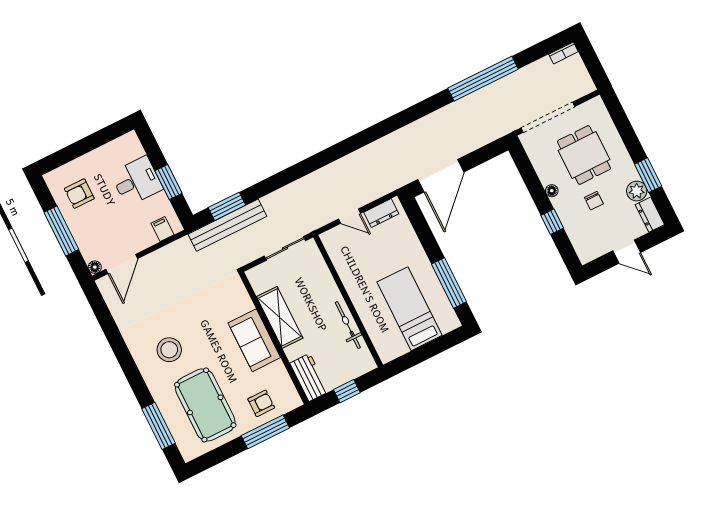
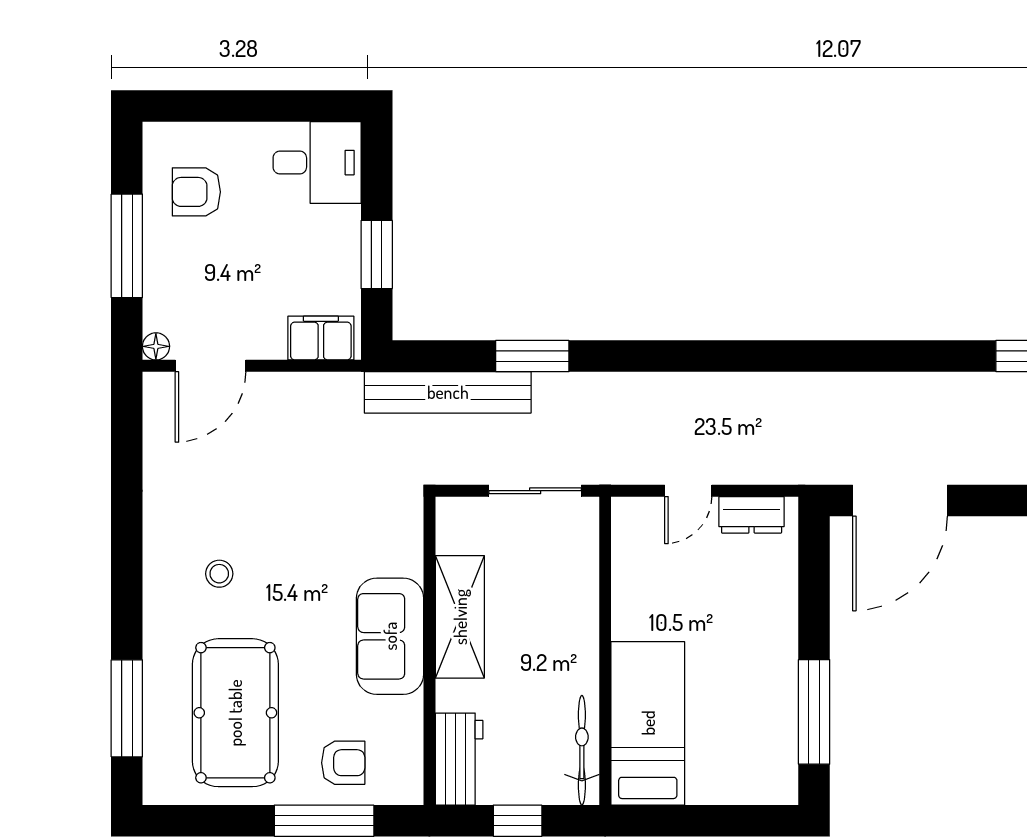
desk: (137, 181) -> (317, 163), moved
window: (227, 206) -> (532, 356), moved
door: (349, 216) -> (688, 491), hinge flipped
filing cabinet: (163, 229) -> (321, 338), width x2.00
bed: (409, 309) -> (648, 723), moved
bicycle: (348, 325) -> (582, 750), moved
stool: (169, 350) -> (219, 574), width x0.53, depth x0.53

